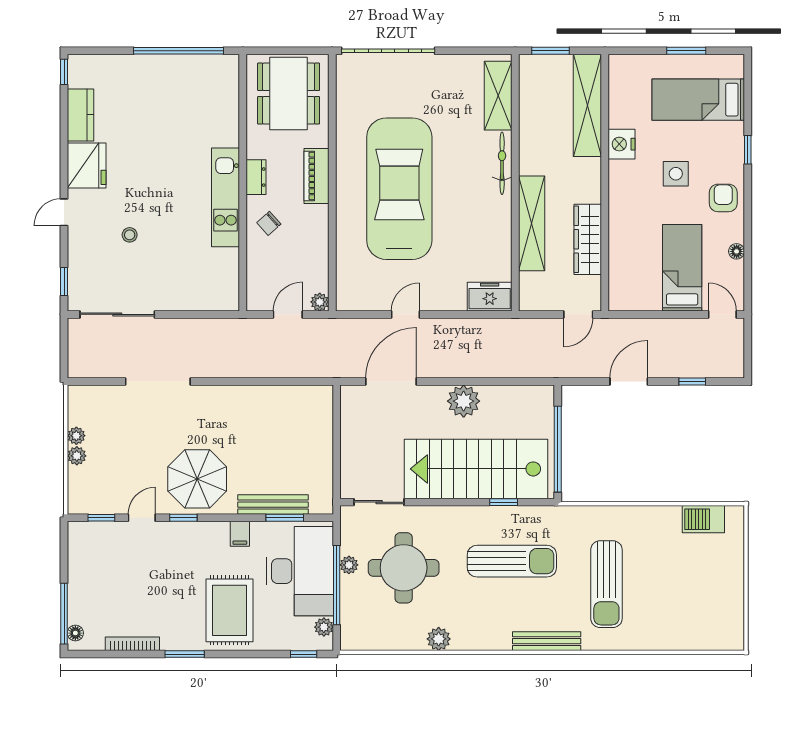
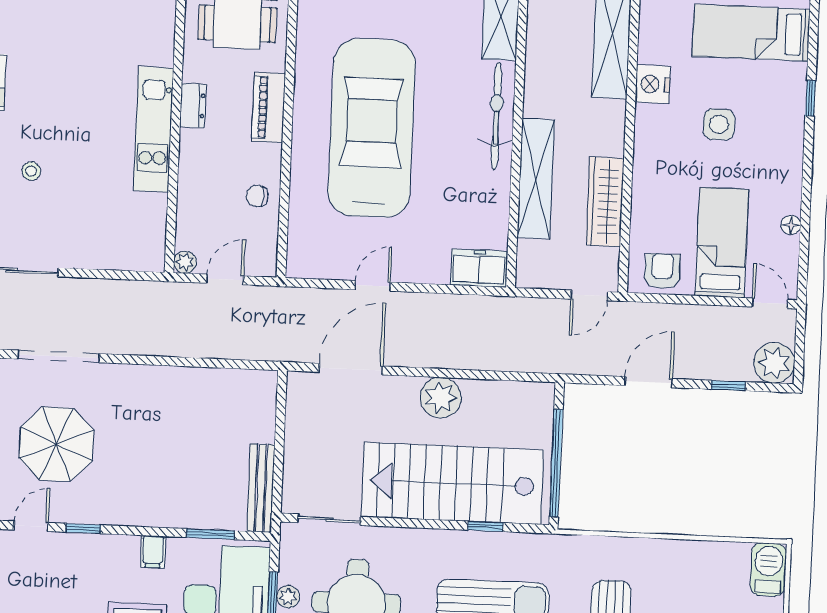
bicycle: (502, 163) -> (496, 116), width x1.37, depth x1.40
armchair: (723, 198) -> (662, 271), moved
chair: (269, 223) -> (257, 196), moved, turned 42
plant: (320, 302) -> (185, 262), moved
plant: (728, 362) -> (774, 363), added
parasol: (197, 479) -> (56, 444), moved
bench: (273, 505) -> (261, 488), moved, turned 90
barbecue: (703, 519) -> (768, 569), moved, turned 90

